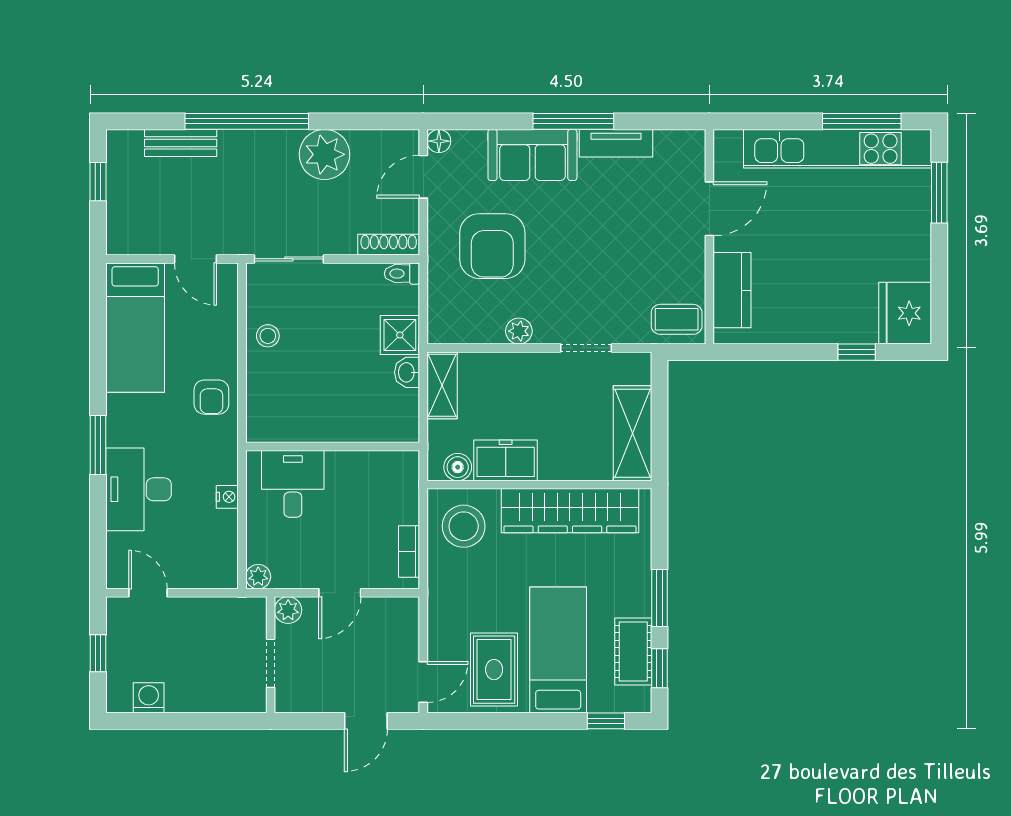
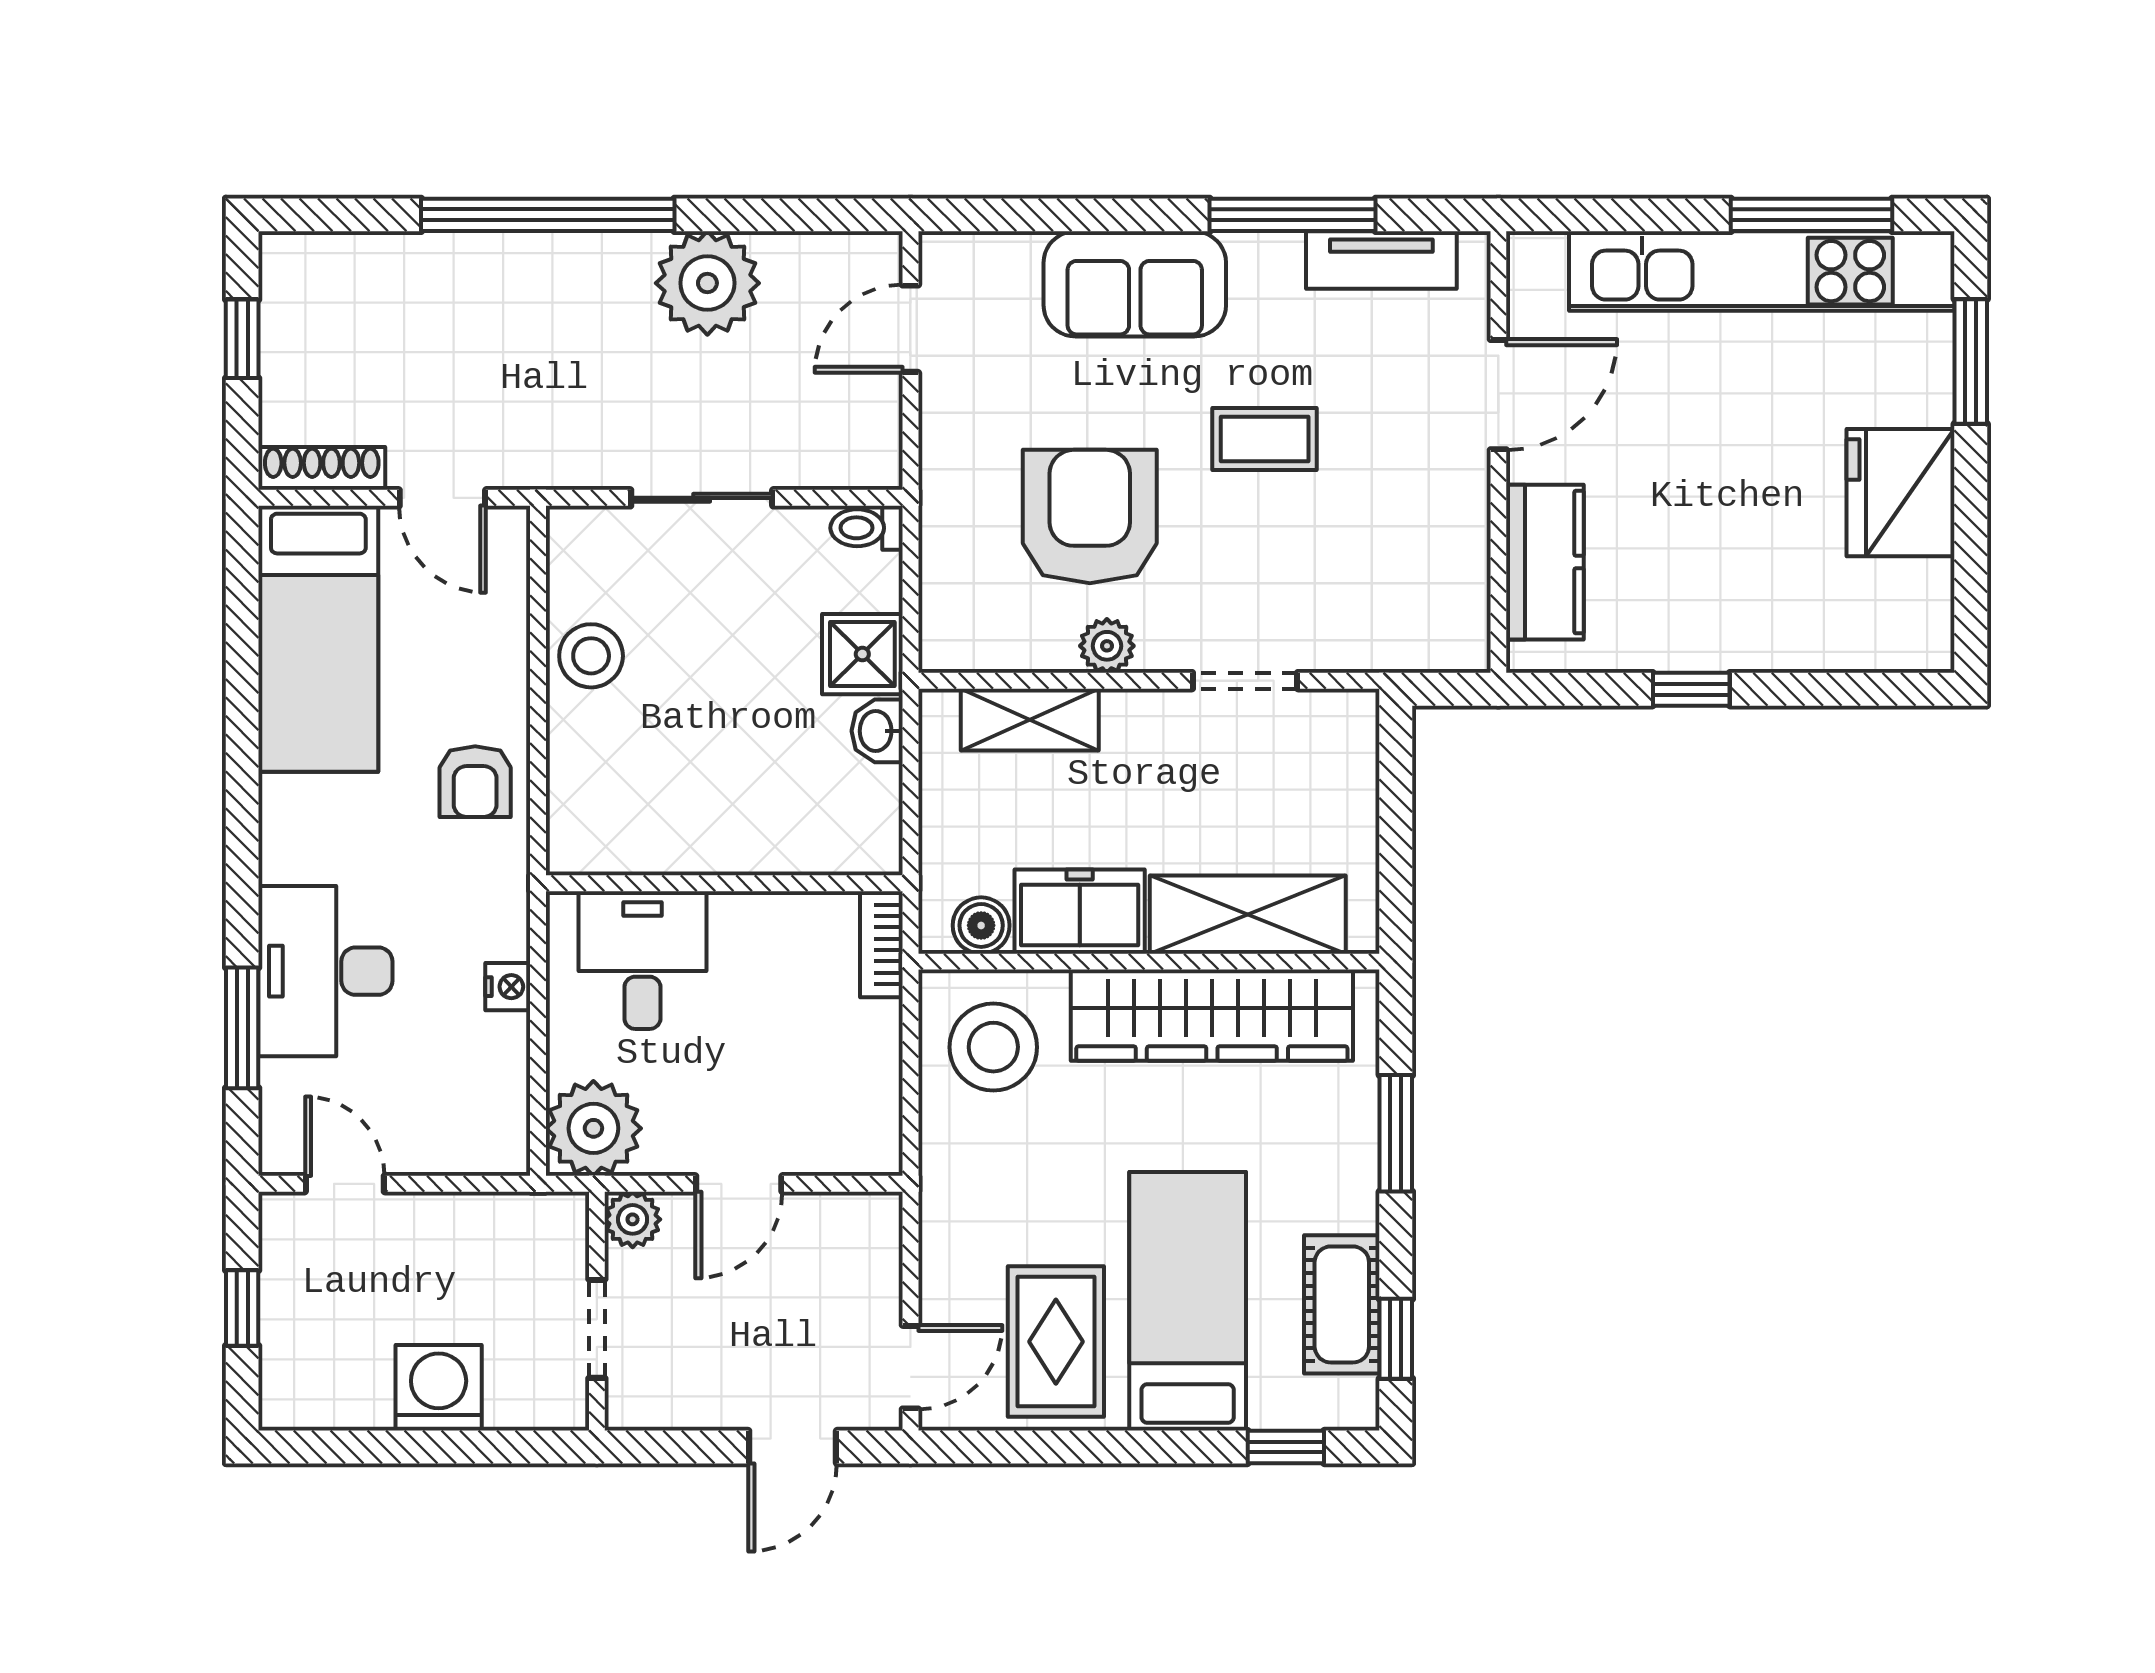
window: (573, 121) -> (1293, 215), moved
floor lamp: (439, 141) -> (942, 255), removed
bench: (181, 143) -> (412, 259), removed
tv unit: (616, 143) -> (1381, 260), moved
shoe rack: (389, 245) -> (322, 468), moved
armchair: (492, 246) -> (1090, 517), moved, turned 180
sliding door: (289, 259) -> (702, 498), moved
fridge: (905, 313) -> (1900, 493), moved
coffee table: (677, 319) -> (1265, 439), moved
stool: (268, 336) -> (591, 656), width x1.37, depth x1.37
window: (857, 352) -> (1691, 689), moved
shelving: (442, 385) -> (1030, 720), moved, turned 90
shelving: (632, 433) -> (1248, 915), moved, turned 90
window: (98, 445) -> (242, 1028), moved
bookcase: (409, 551) -> (881, 944), moved
plant: (258, 577) -> (593, 1128), width x1.88, depth x1.88
window: (659, 598) -> (1396, 1133), moved
washing machine: (149, 698) -> (439, 1388), moved, width x1.38, depth x1.38

